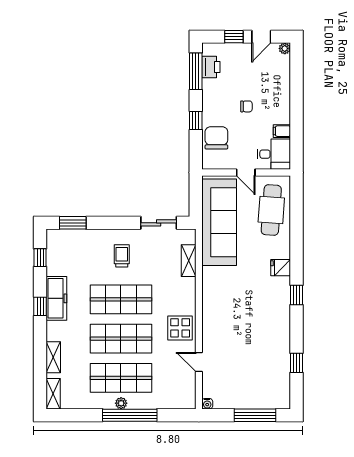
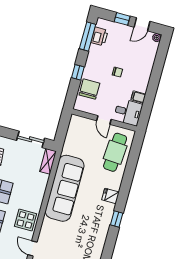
sofa: (219, 222) -> (65, 188), moved
shelving: (189, 261) -> (48, 161), moved

